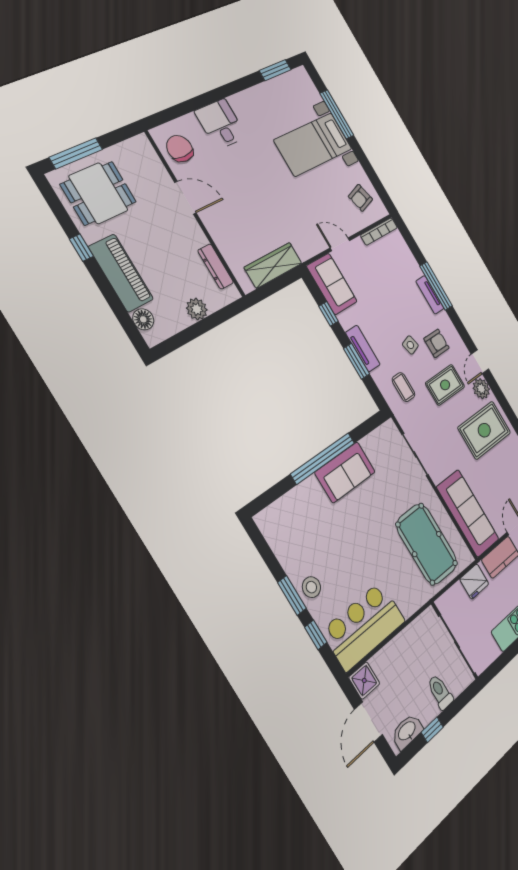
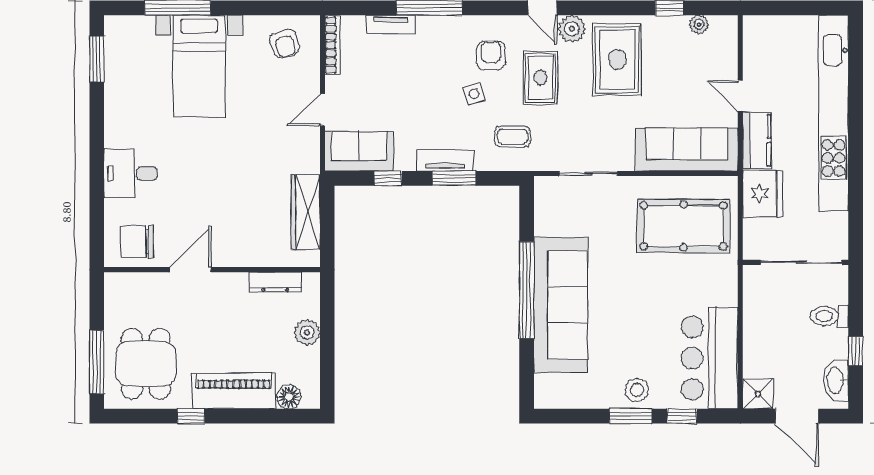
tv unit: (430, 295) -> (391, 24), moved
sofa: (345, 472) -> (561, 305), width x1.85, depth x1.27
fridge: (474, 581) -> (763, 194), width x1.36, depth x1.34

